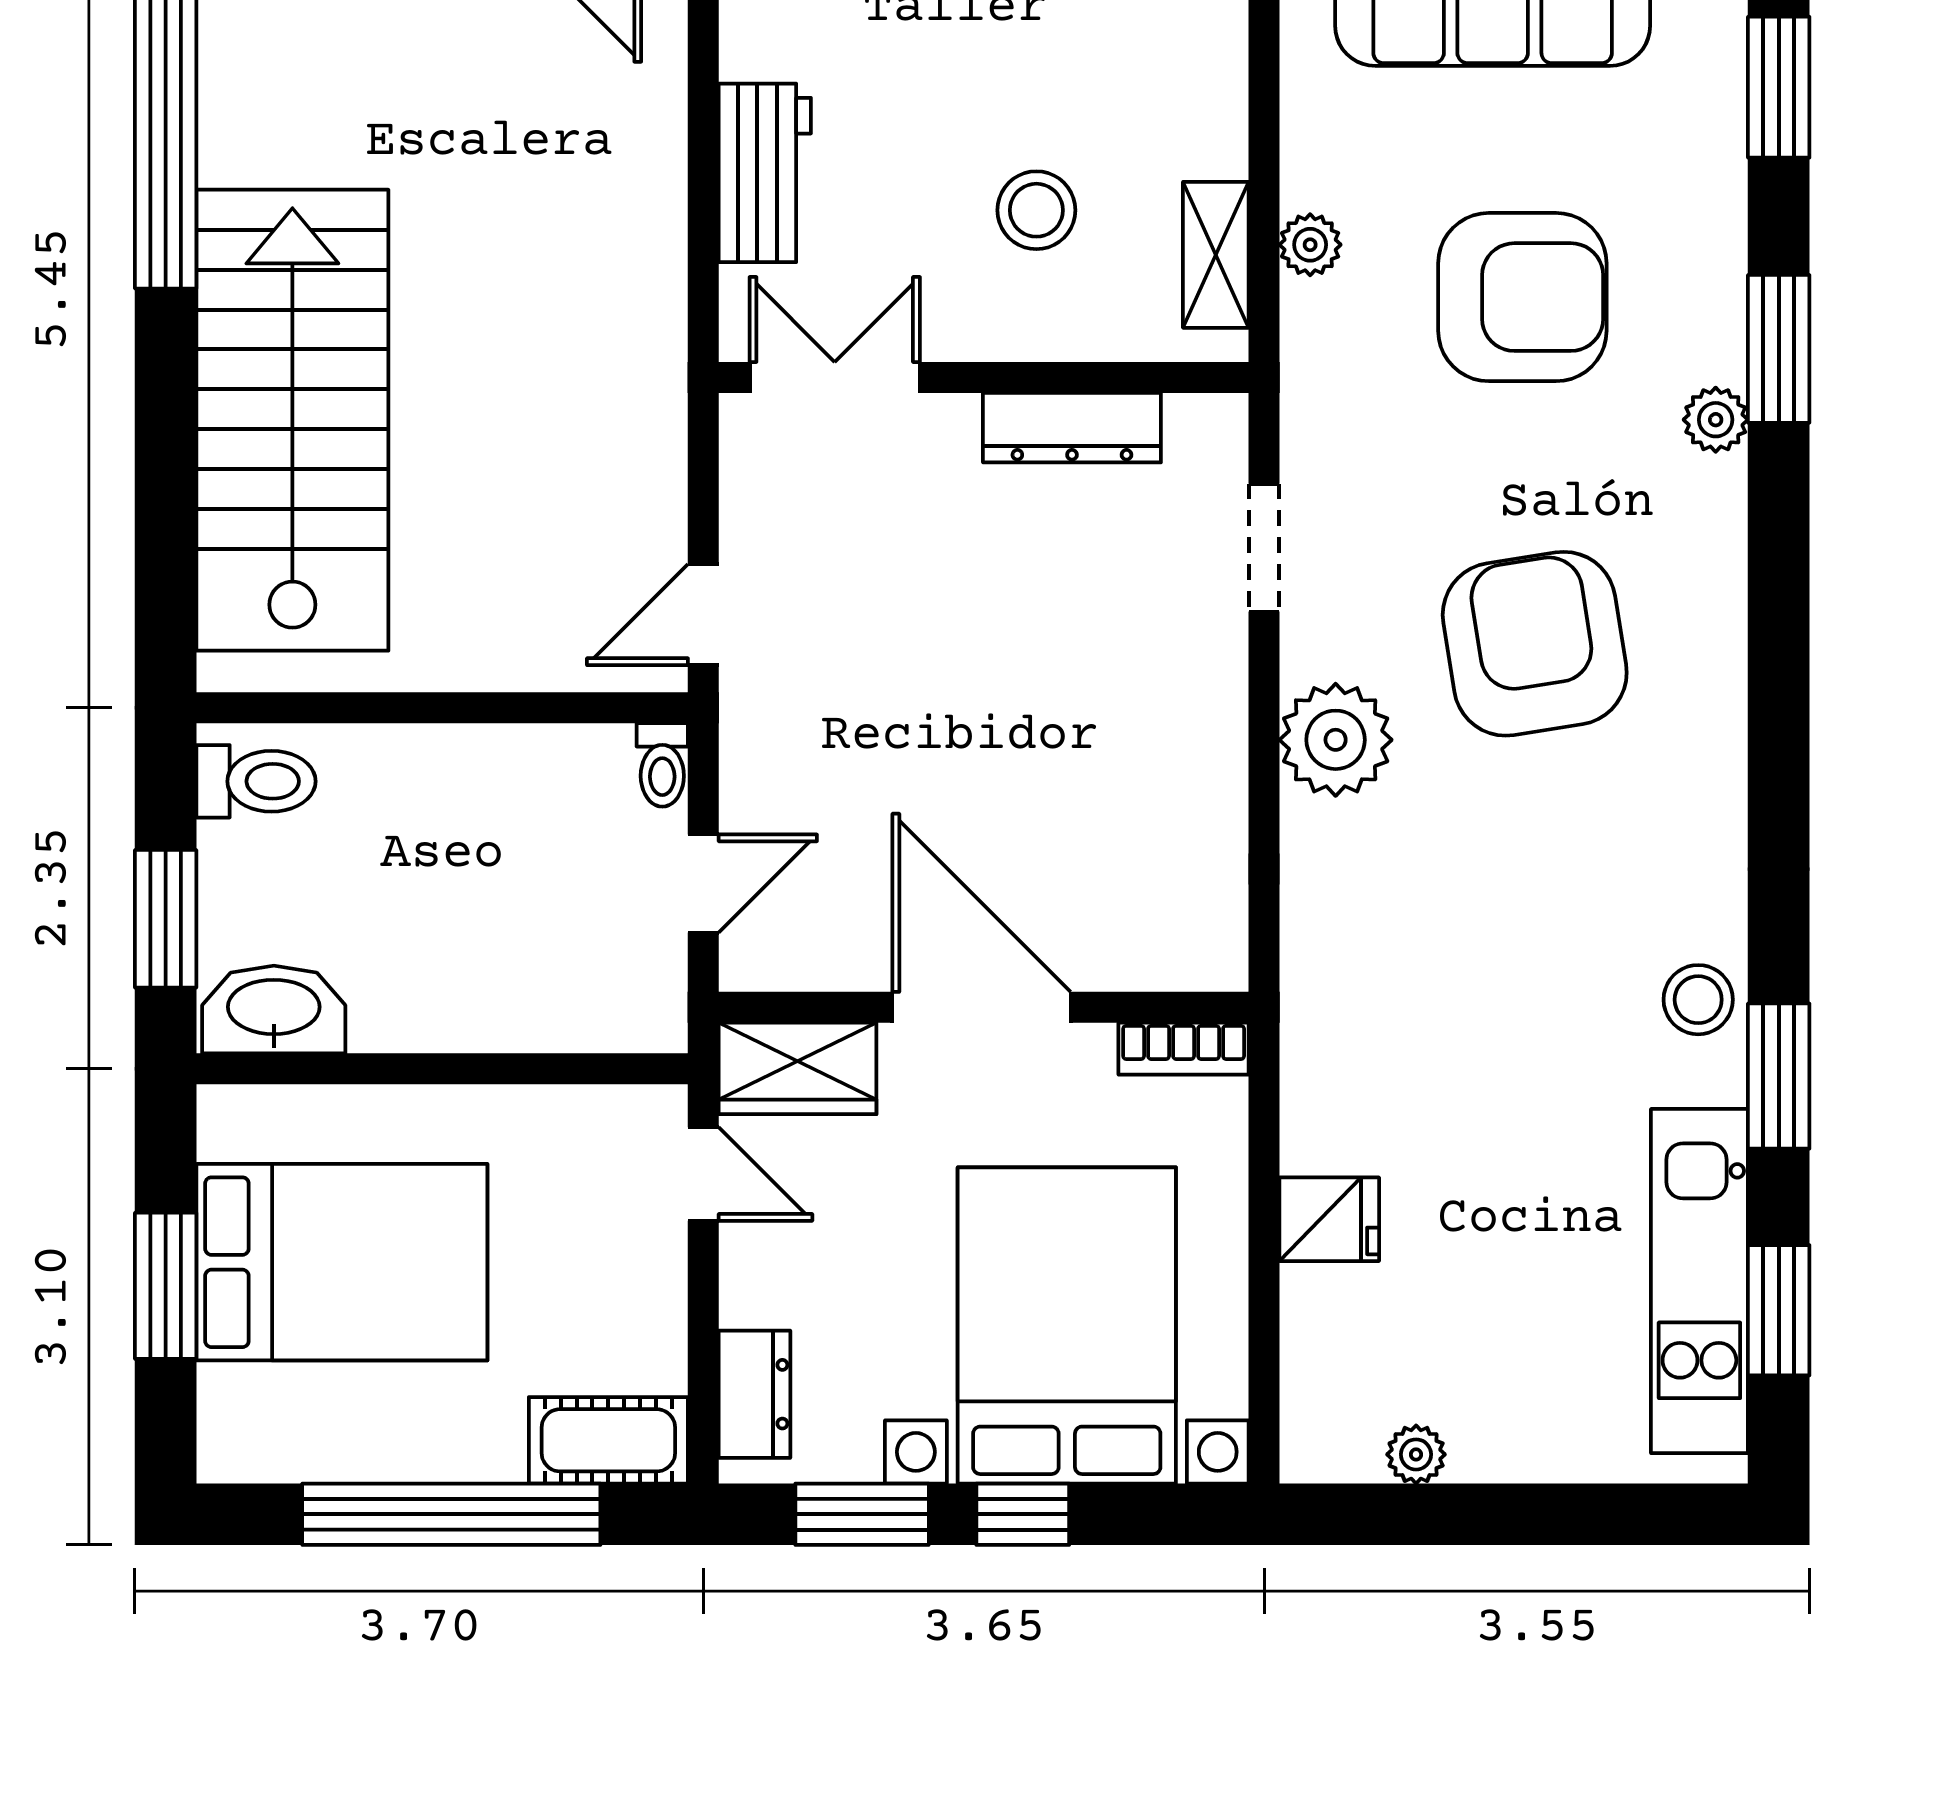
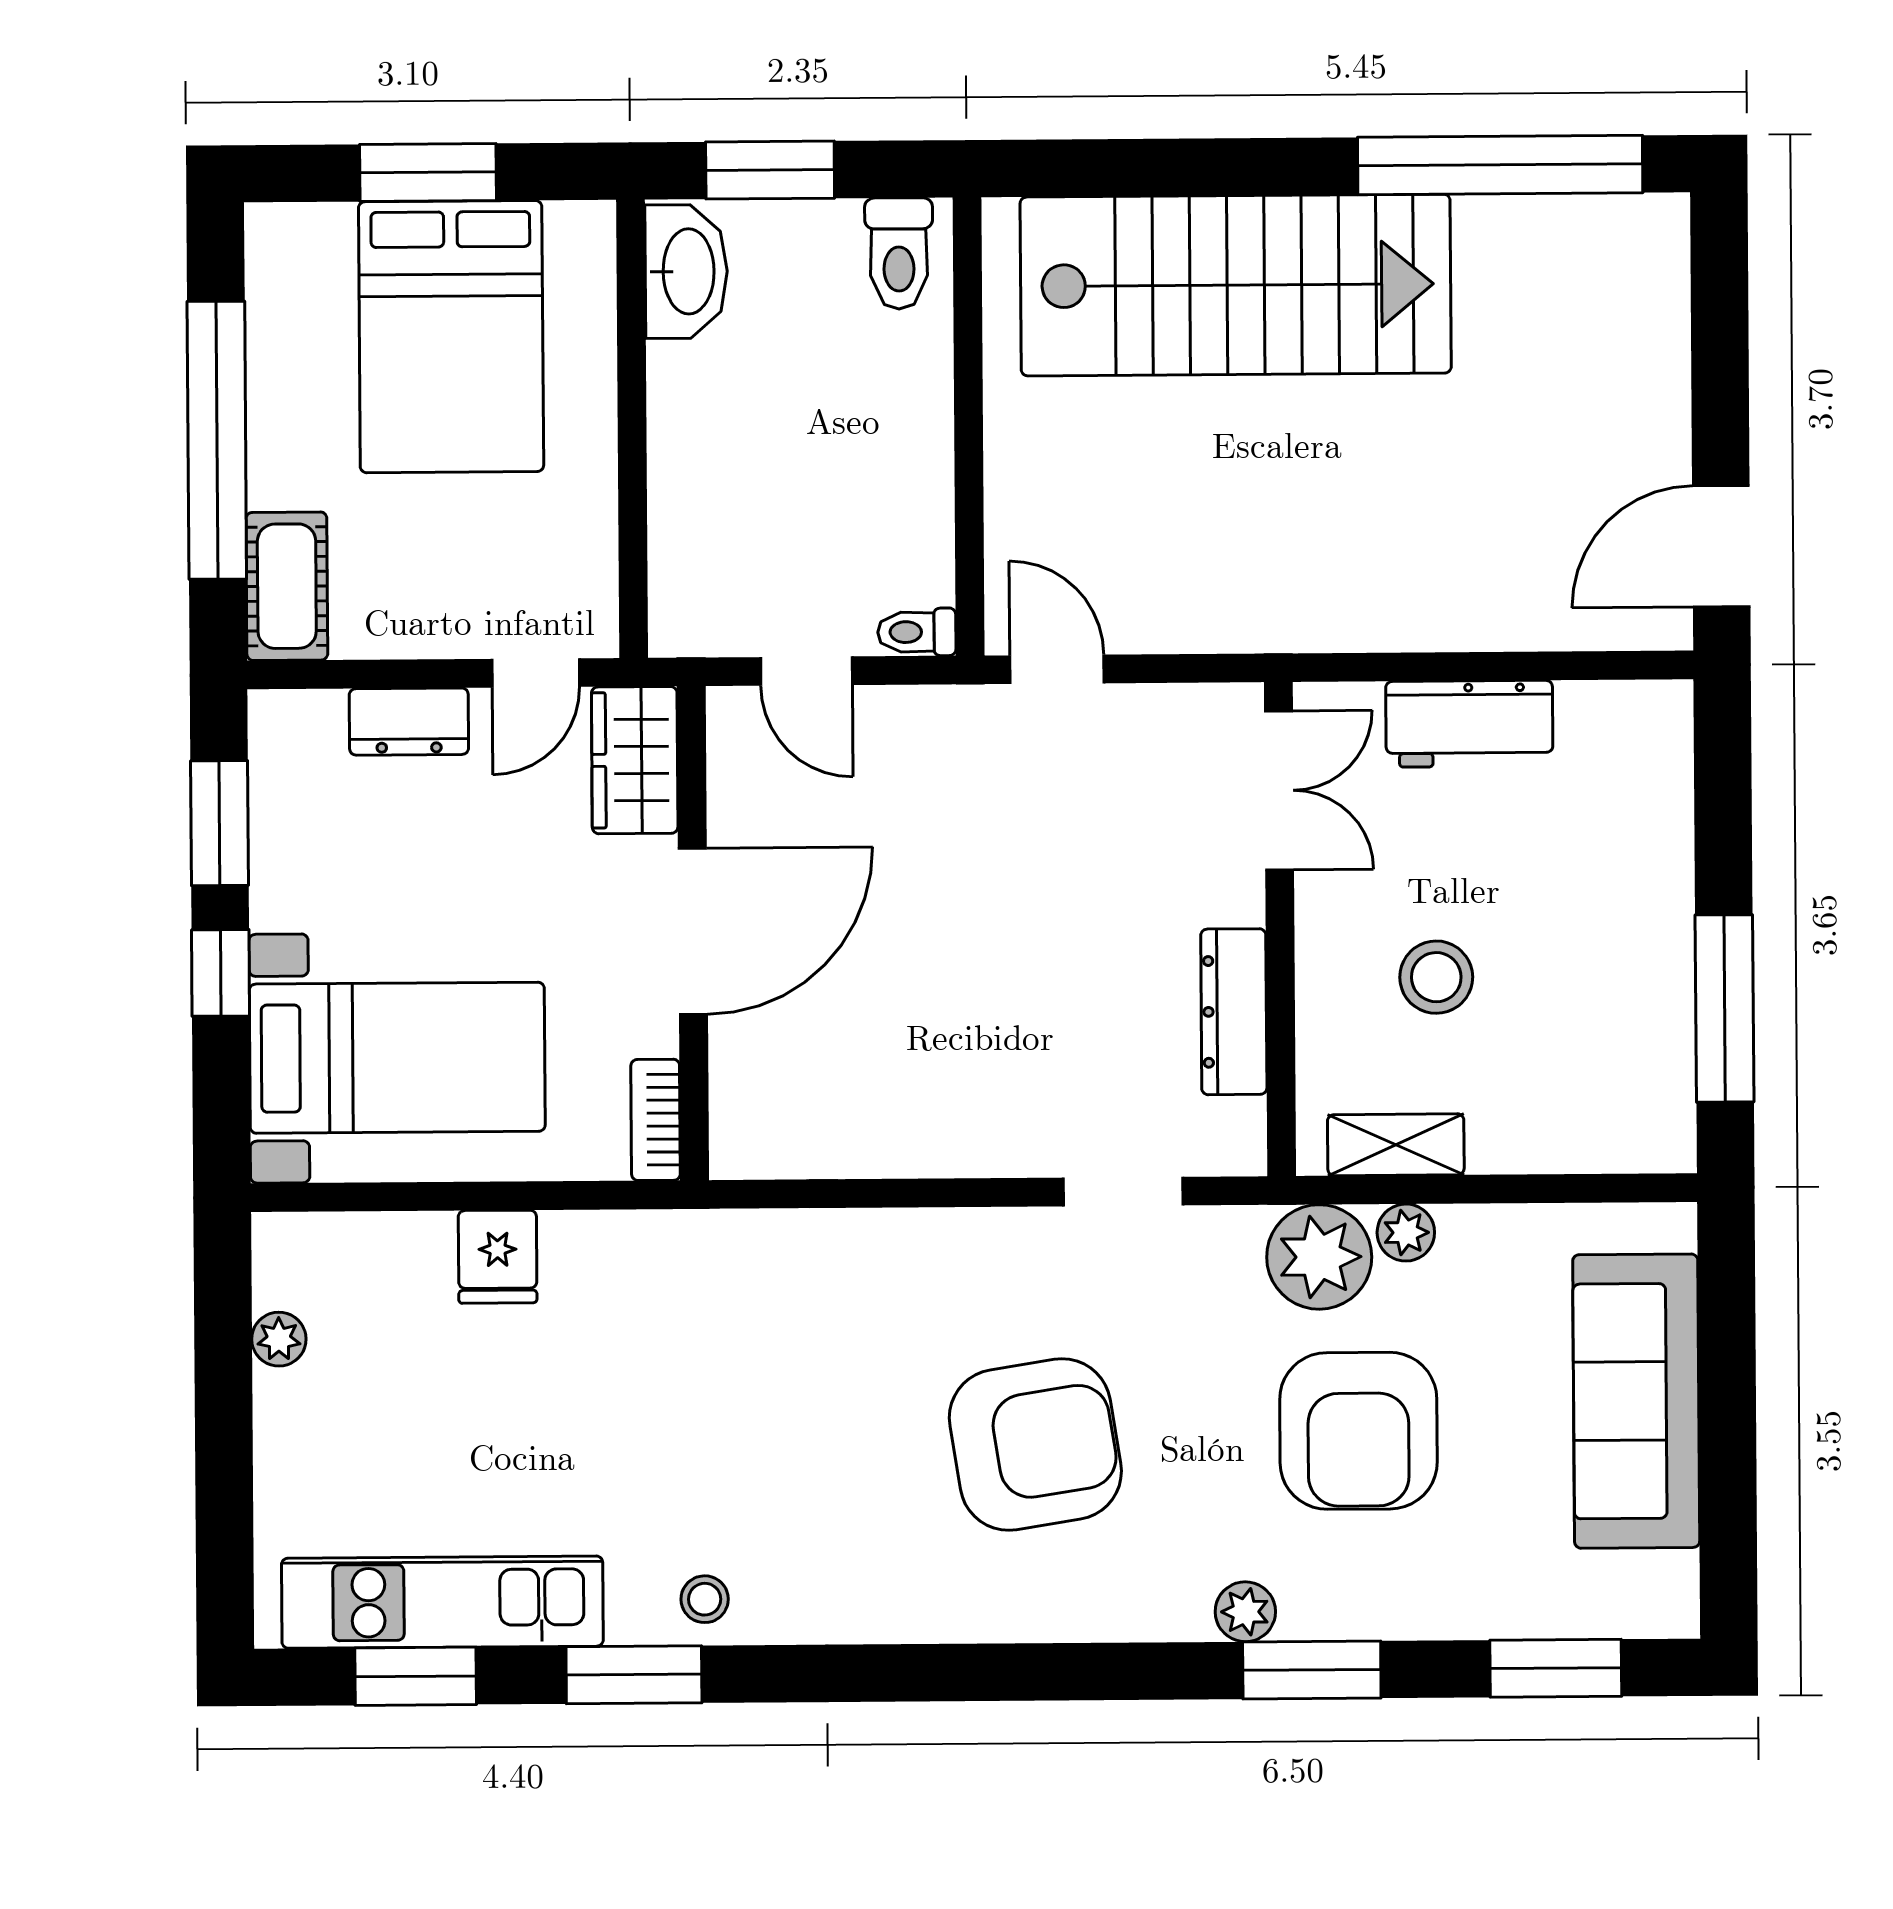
plant: (1336, 740) -> (1319, 1257), moved
stool: (1698, 1000) -> (705, 1599), width x0.73, depth x0.73
bed with nightstands: (1067, 1325) -> (397, 1058), width x0.73
dresser: (754, 1394) -> (409, 722), moved

